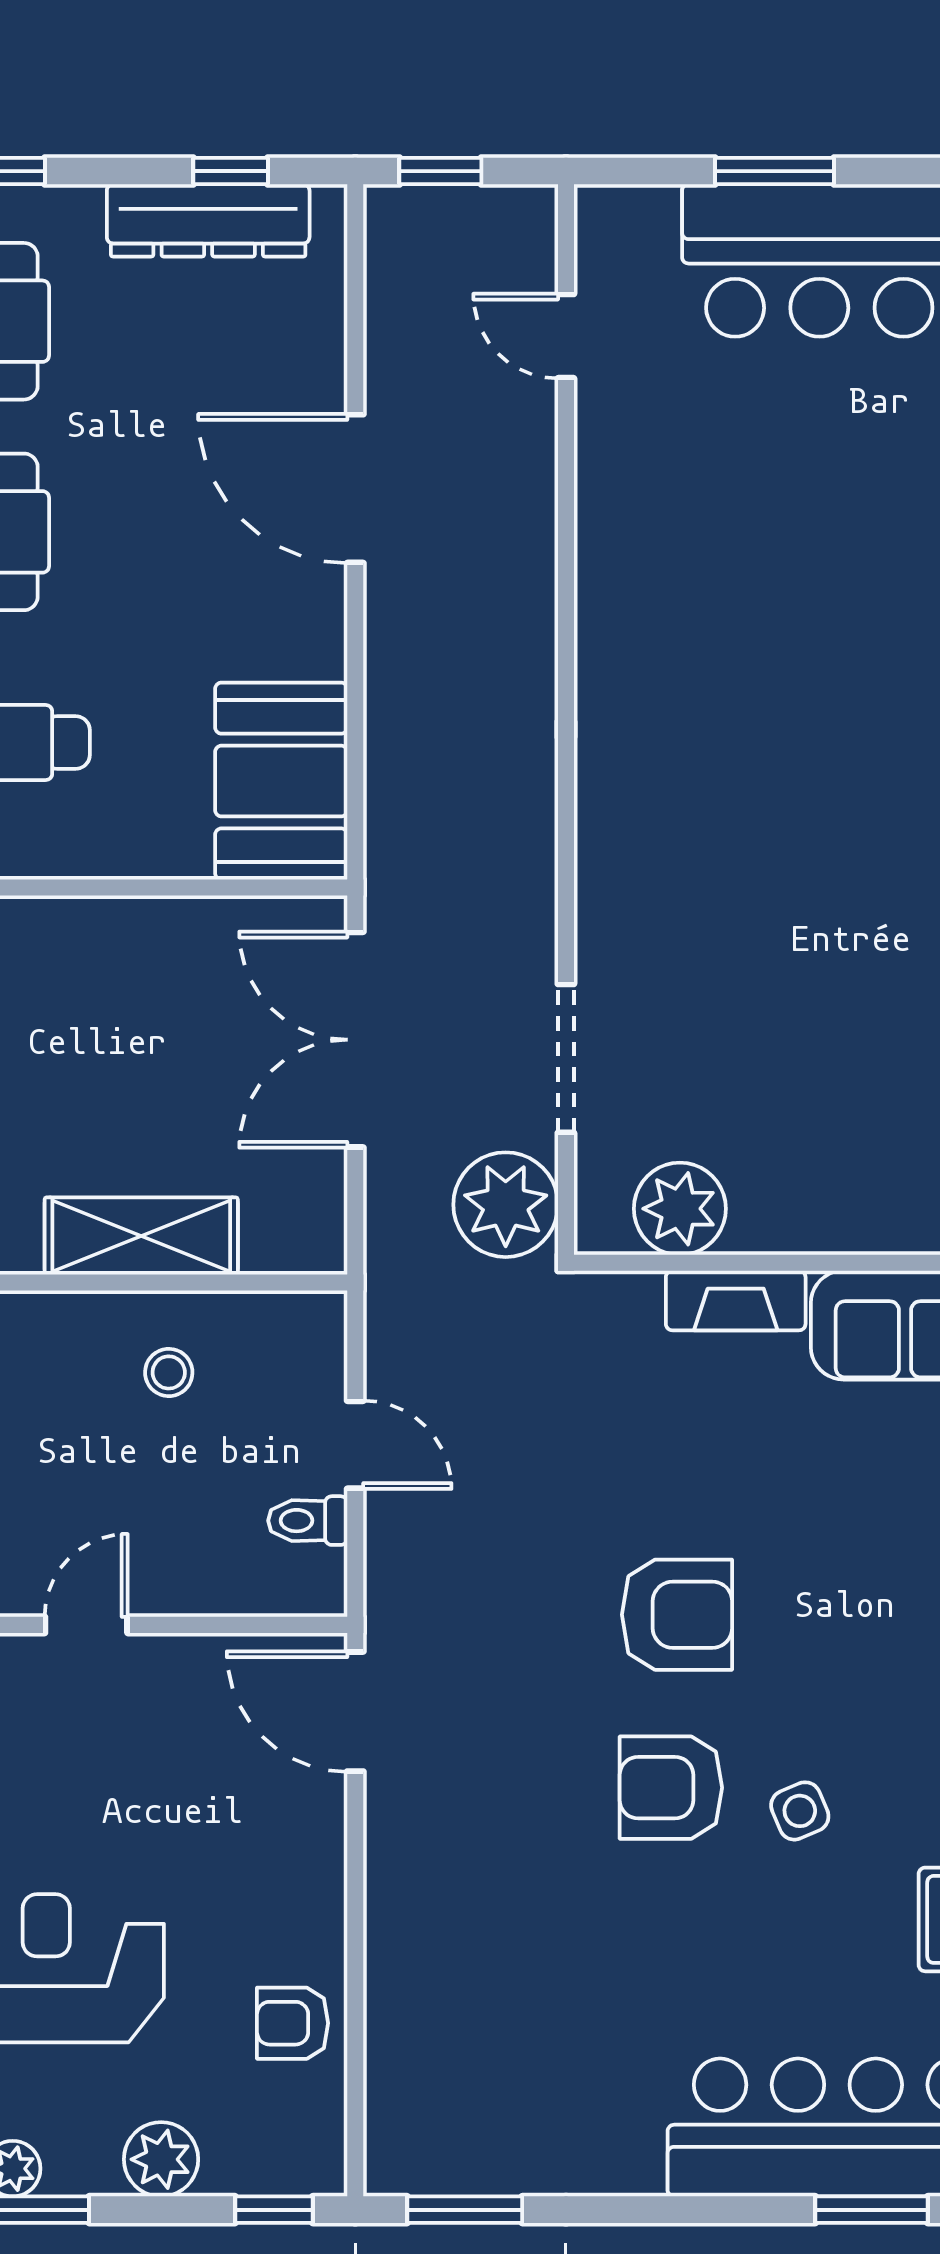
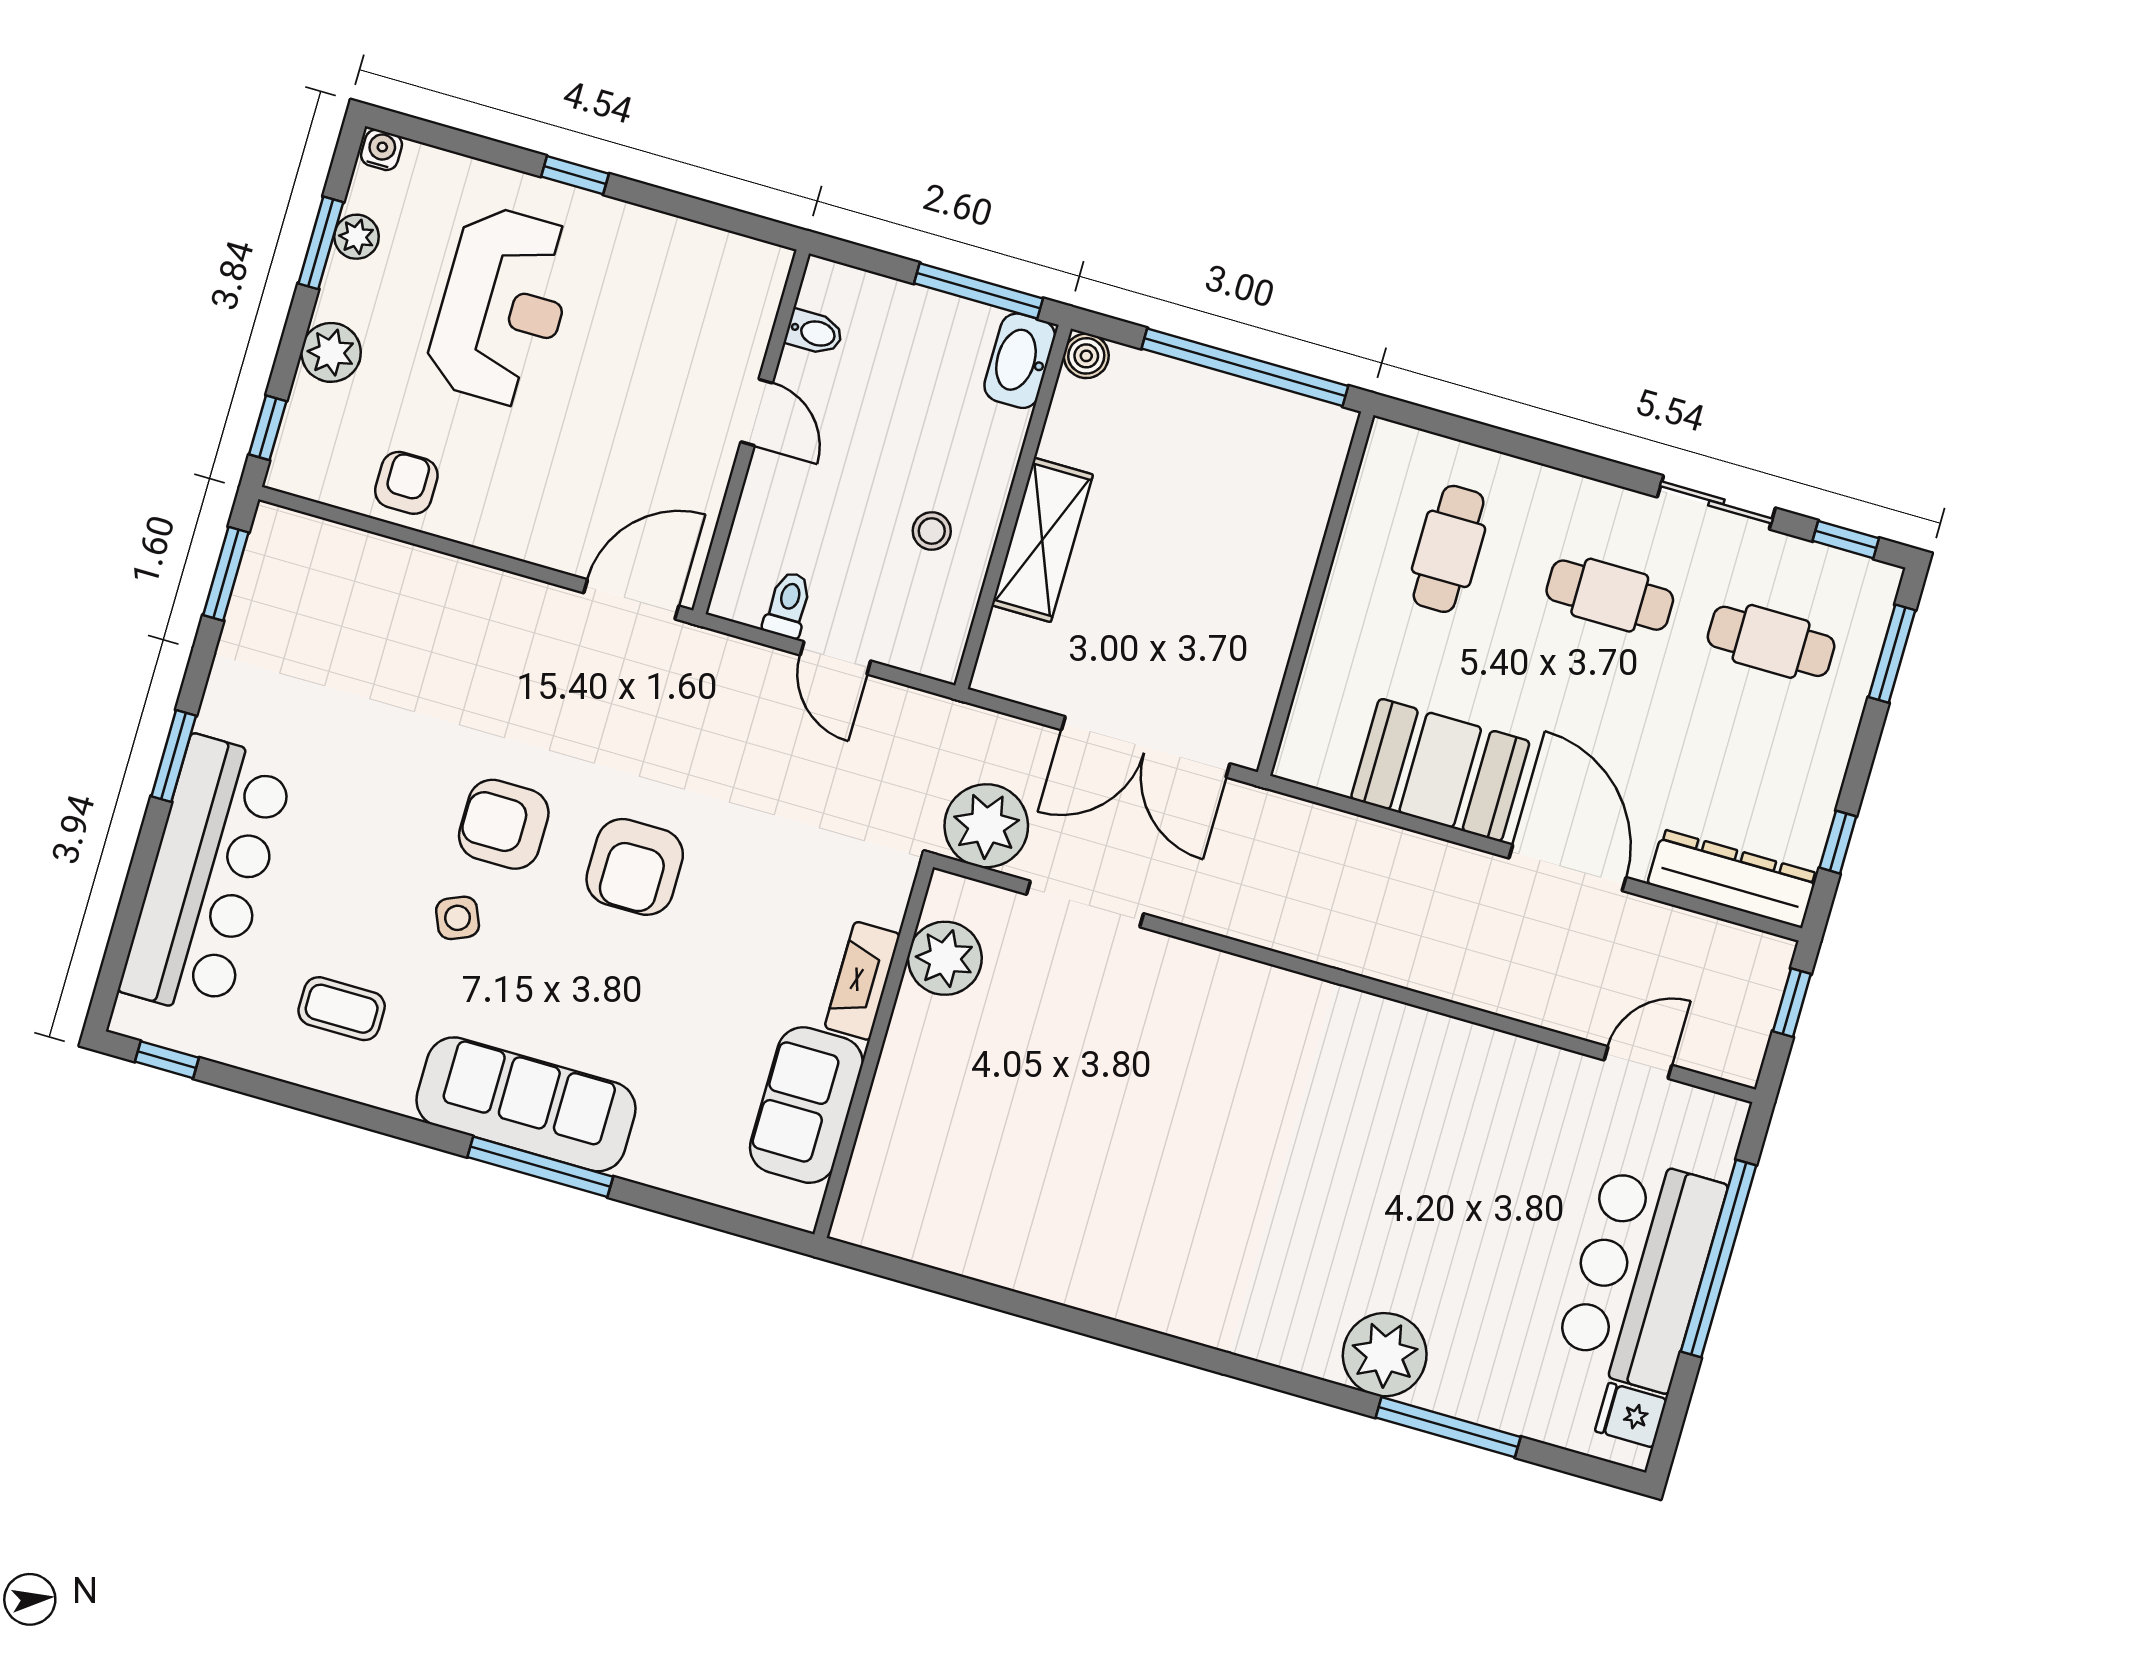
window: (774, 171) -> (1719, 1258), width x2.11
dresser: (208, 220) -> (1733, 879), moved, turned 90
door: (355, 489) -> (1567, 868), hinge flipped
booth: (281, 781) -> (1440, 770), moved
double door: (355, 1040) -> (1146, 747), swing flipped
door: (355, 1445) -> (835, 658), hinge flipped
armchair: (671, 1788) -> (504, 824), turned -90
window: (871, 2210) -> (174, 756), moved

